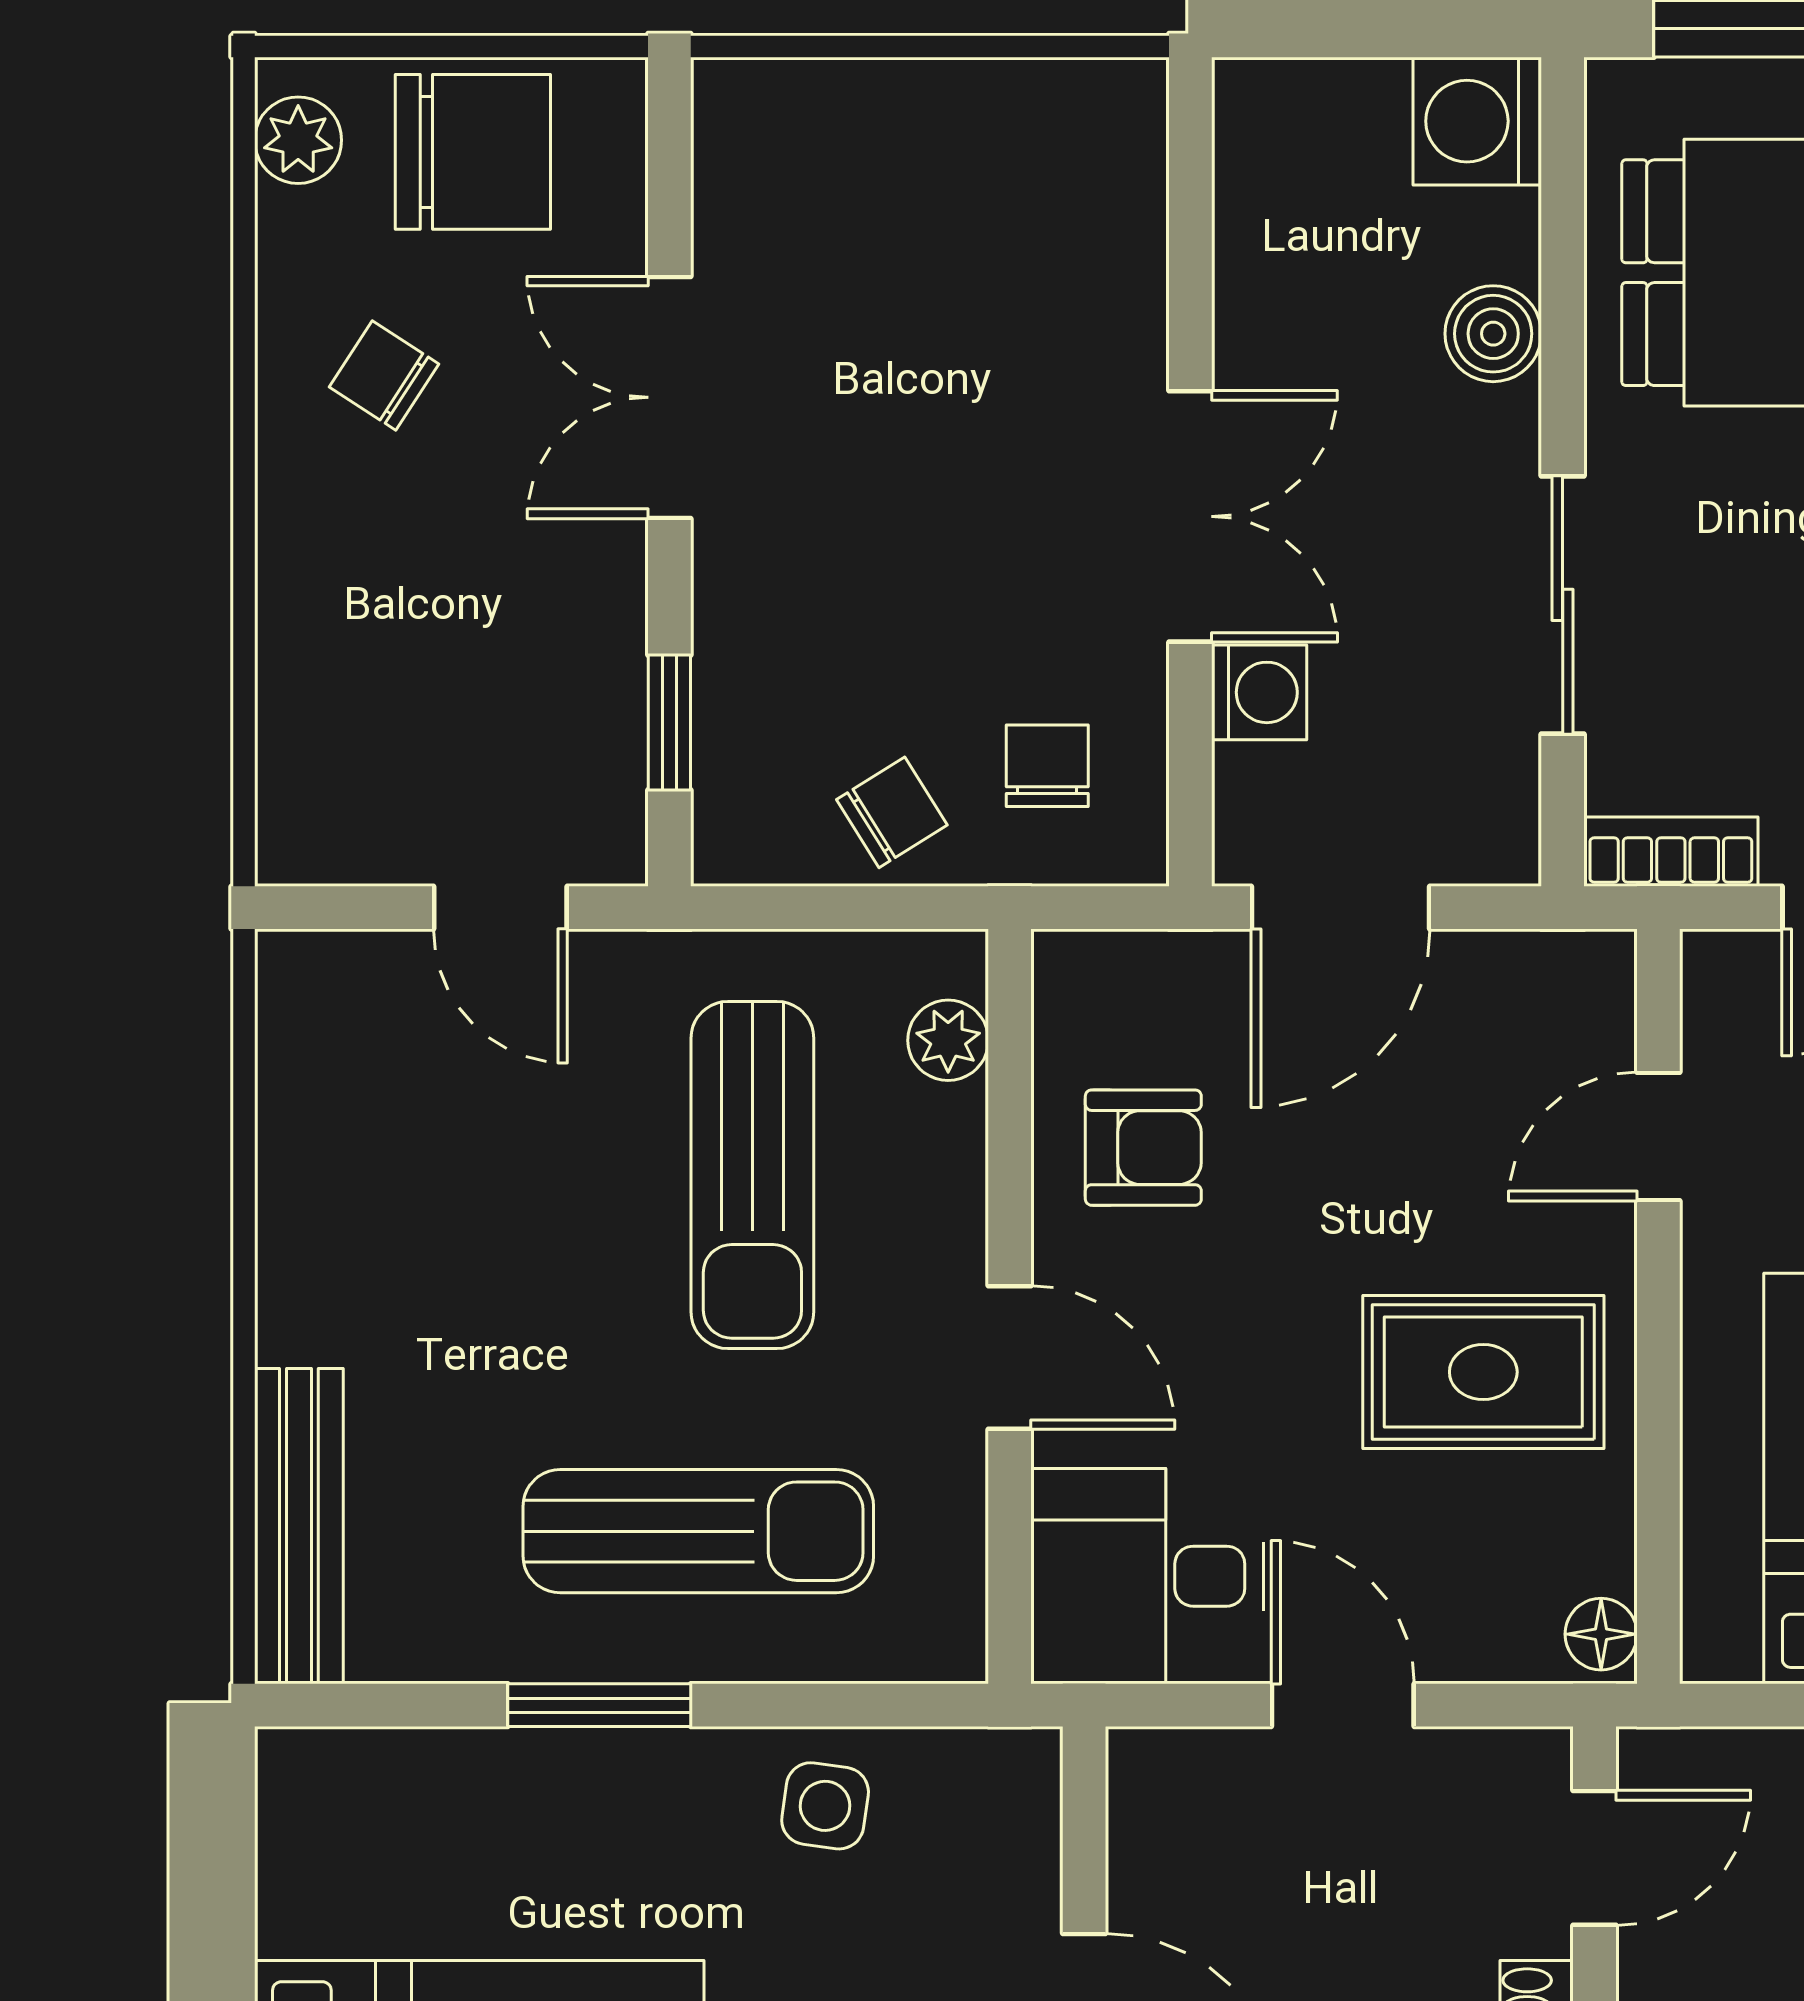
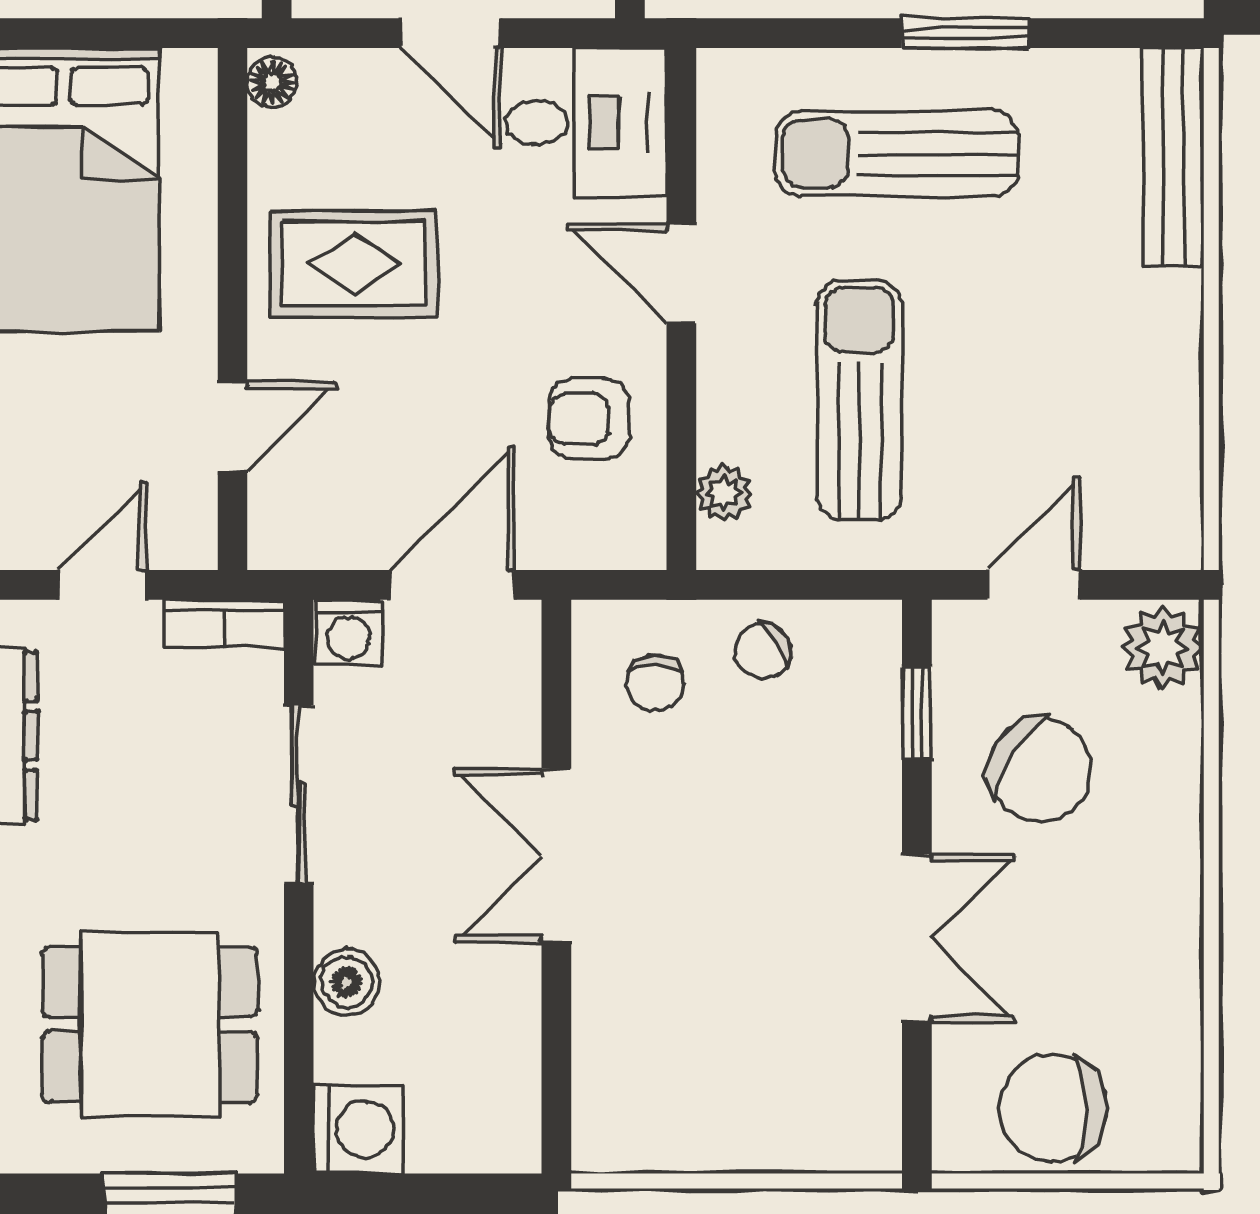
plant: (298, 140) -> (1163, 648), moved, width x1.38, depth x1.38
chair: (384, 376) -> (1039, 770), moved, width x1.87, depth x1.87
washing machine: (1259, 692) -> (348, 632), moved, turned -90
door: (500, 908) -> (1034, 585), hinge flipped

